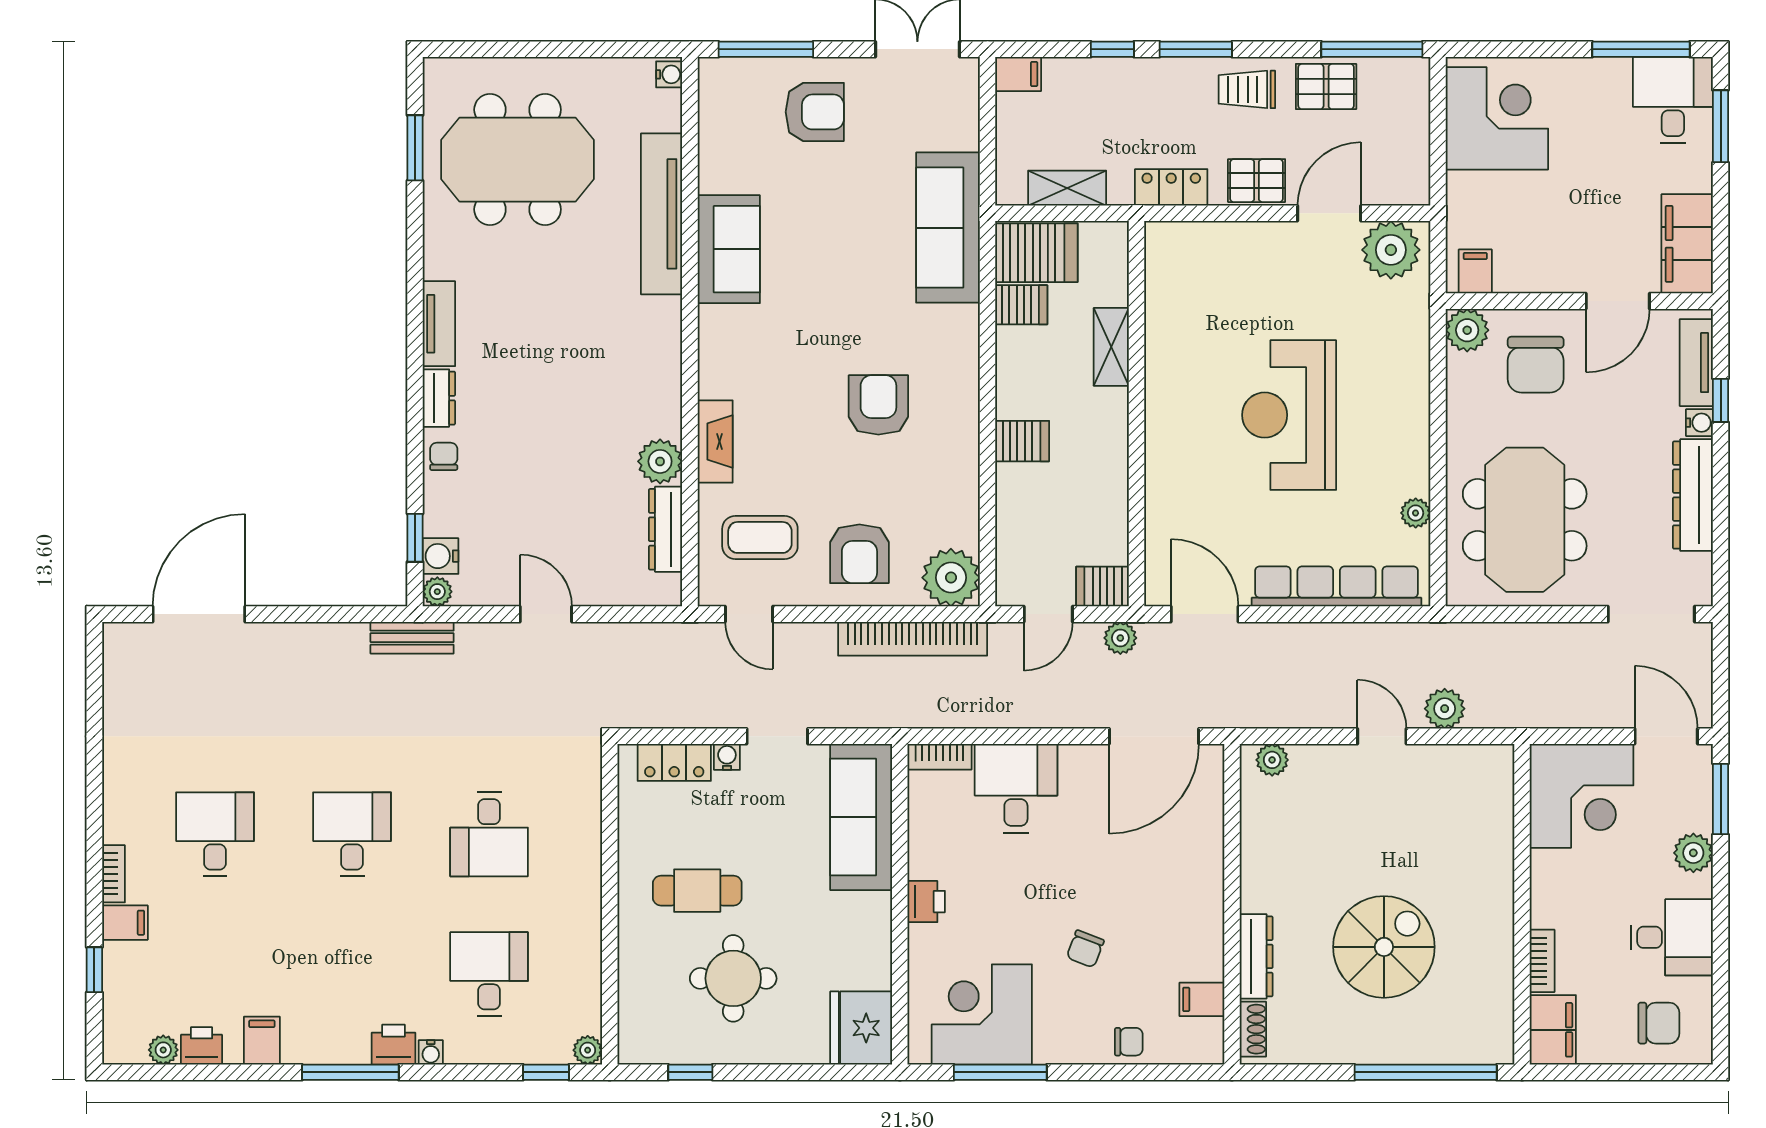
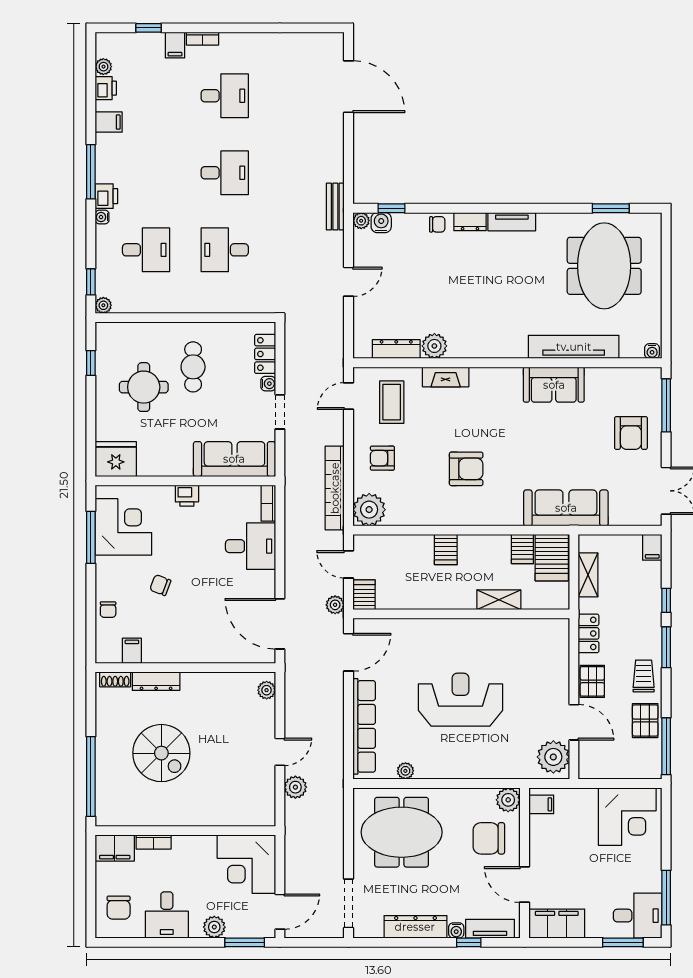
armchair: (859, 554) -> (382, 458), width x0.72, depth x0.72

